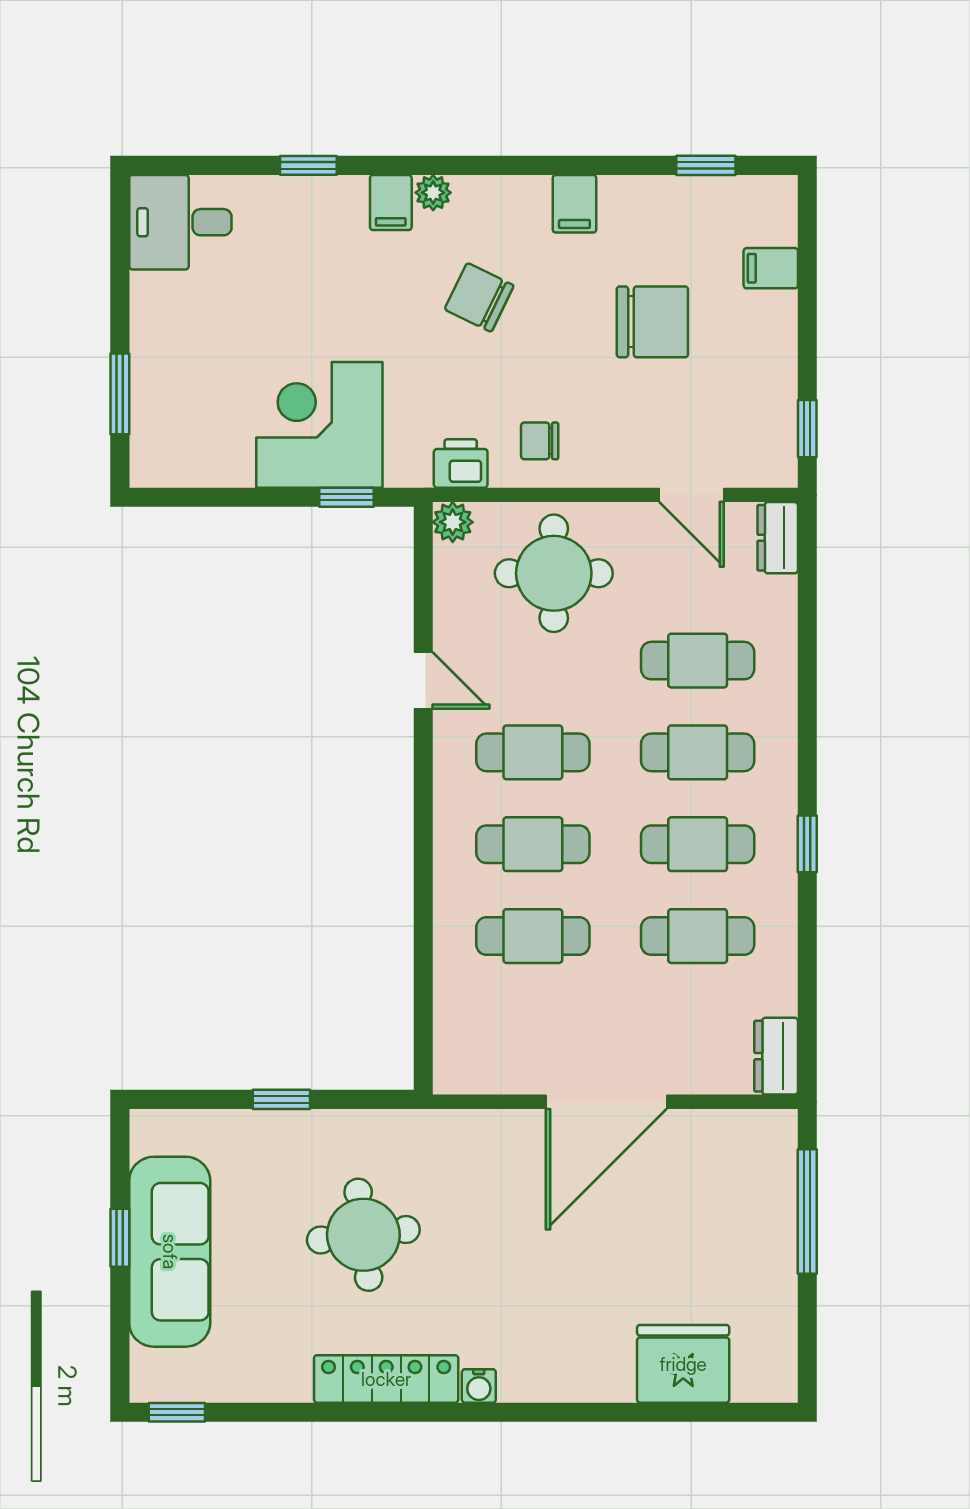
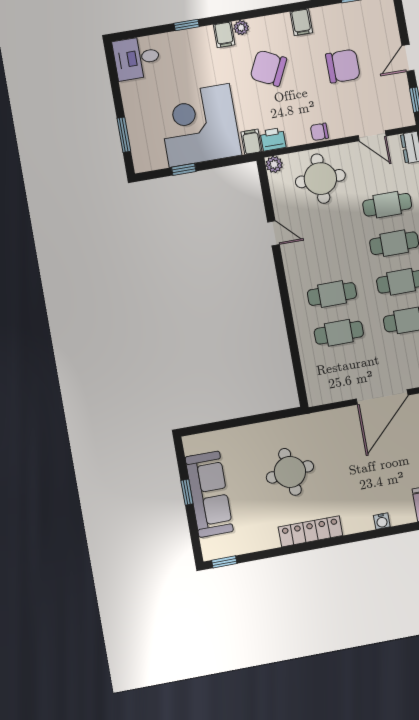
filing cabinet: (771, 268) -> (251, 142), moved, turned 90
chair: (479, 297) -> (268, 68), width x1.37, depth x1.37
door: (807, 329) -> (408, 58), added
corner desk: (319, 425) -> (199, 125), width x1.36, depth x1.36
chair: (540, 441) -> (319, 132), moved
window: (347, 497) -> (184, 169), moved
cafe table: (533, 752) -> (325, 255), removed
window: (281, 1099) -> (245, 421), removed
water cooler: (479, 1386) -> (382, 521), moved

